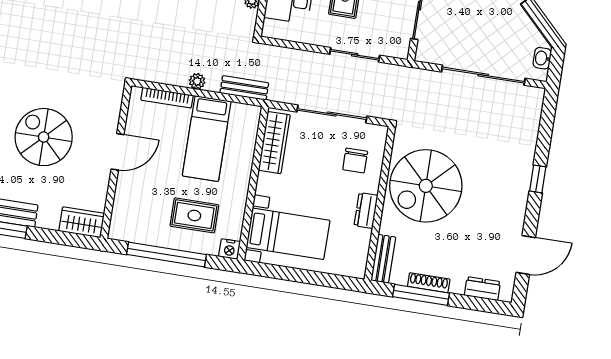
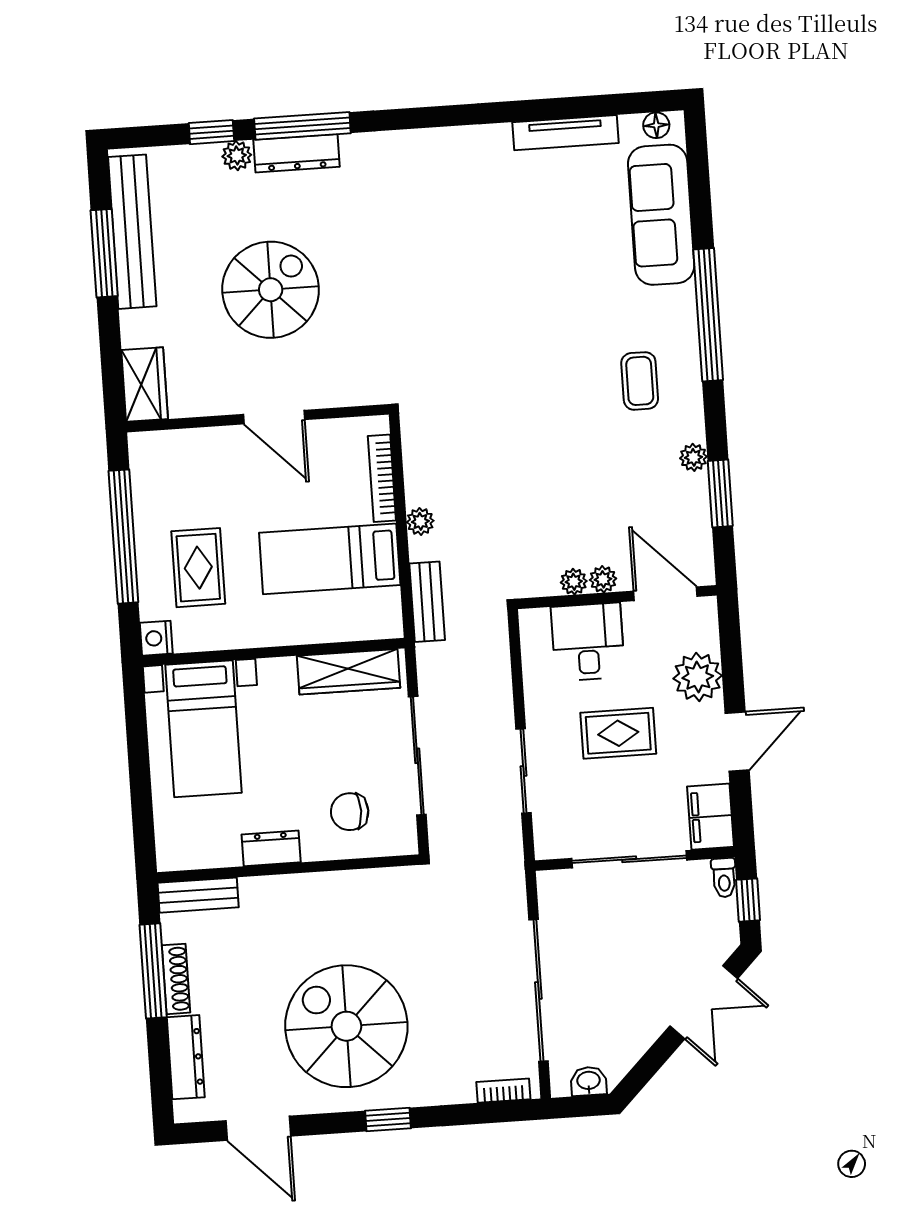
bookcase: (536, 109) -> (503, 1091), added
spiral stairs: (426, 186) -> (346, 1026), moved
dresser: (482, 289) -> (186, 1057), width x1.44

